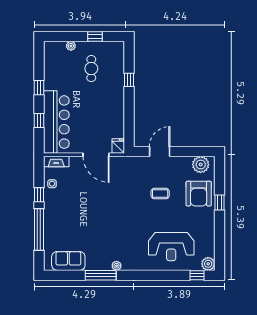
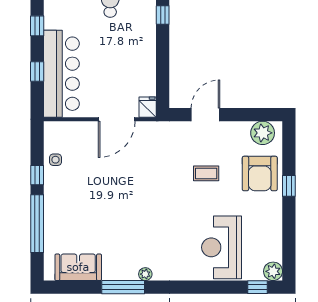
door: (96, 155) -> (117, 119), hinge flipped
fireplace: (56, 161) -> (61, 129), removed
reception desk: (171, 247) -> (222, 247), turned 90

